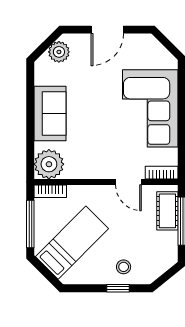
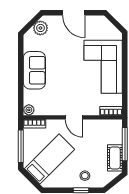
door: (107, 30) -> (74, 13), hinge flipped
plant: (49, 164) -> (29, 110), width x0.53, depth x0.53
door: (128, 182) -> (74, 117), moved
cot: (167, 211) -> (115, 158), moved

